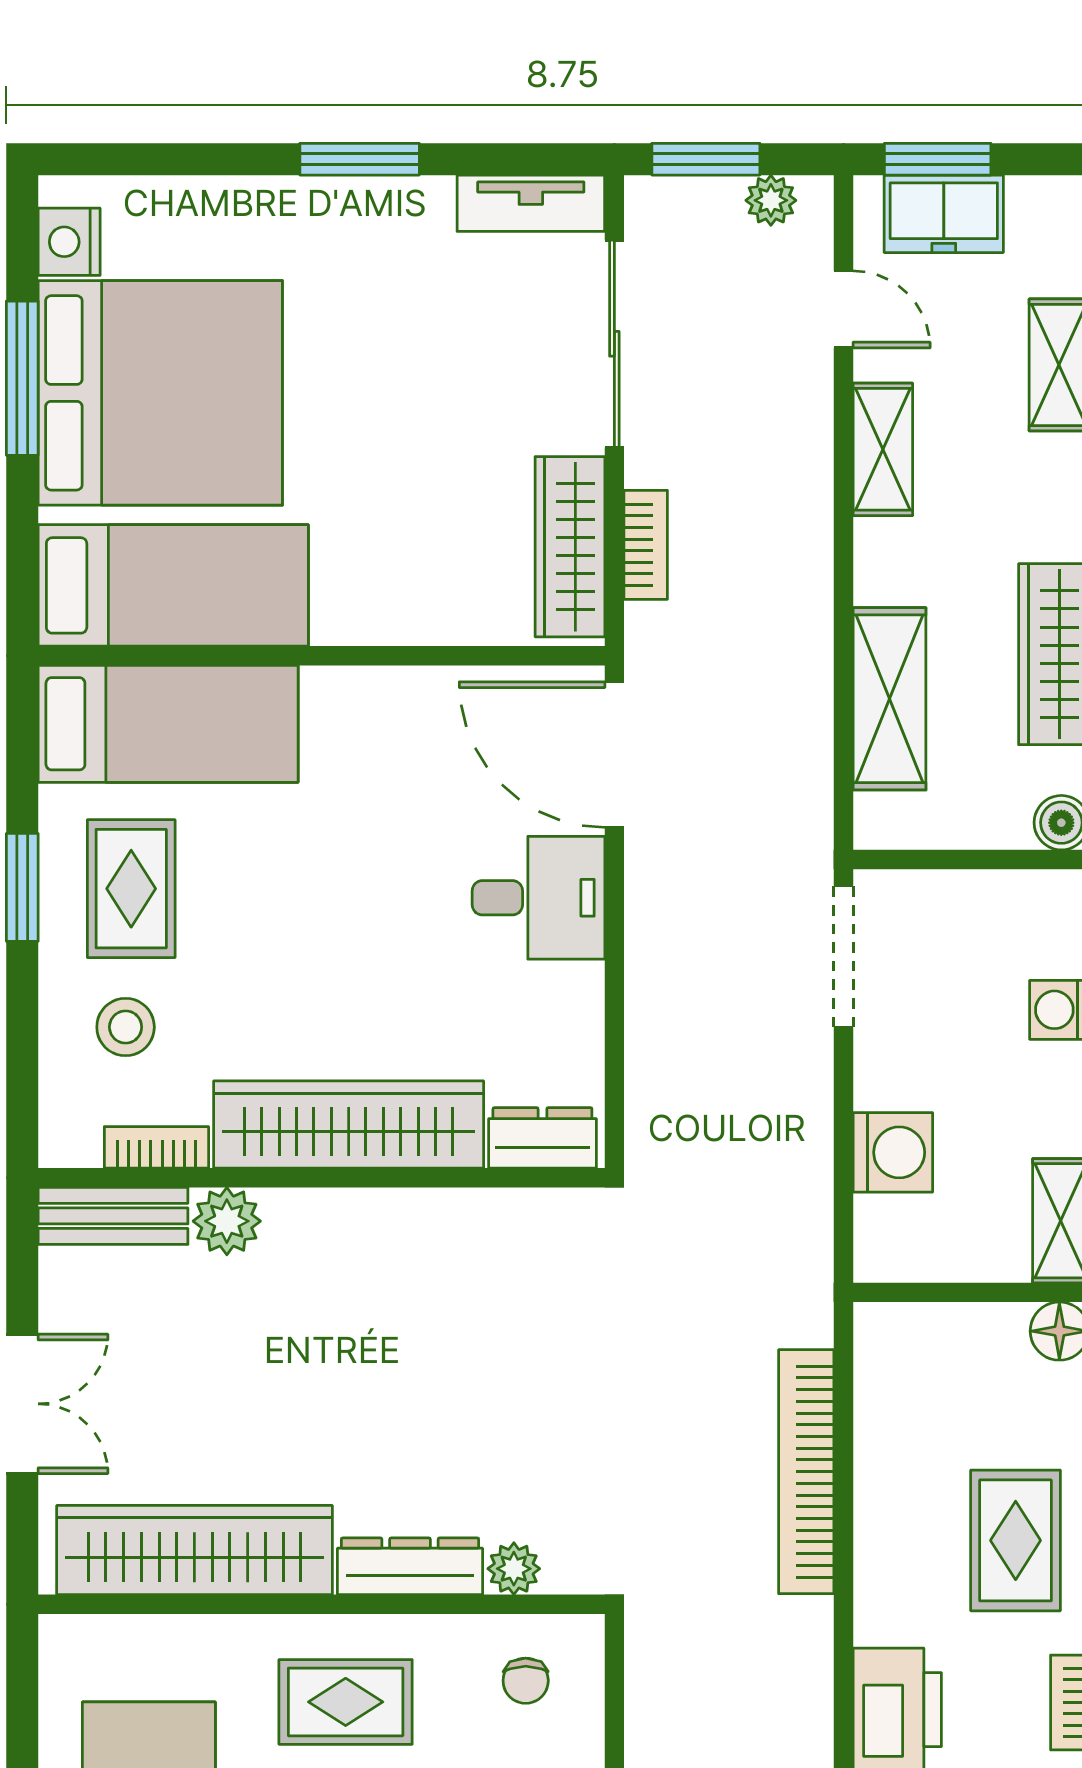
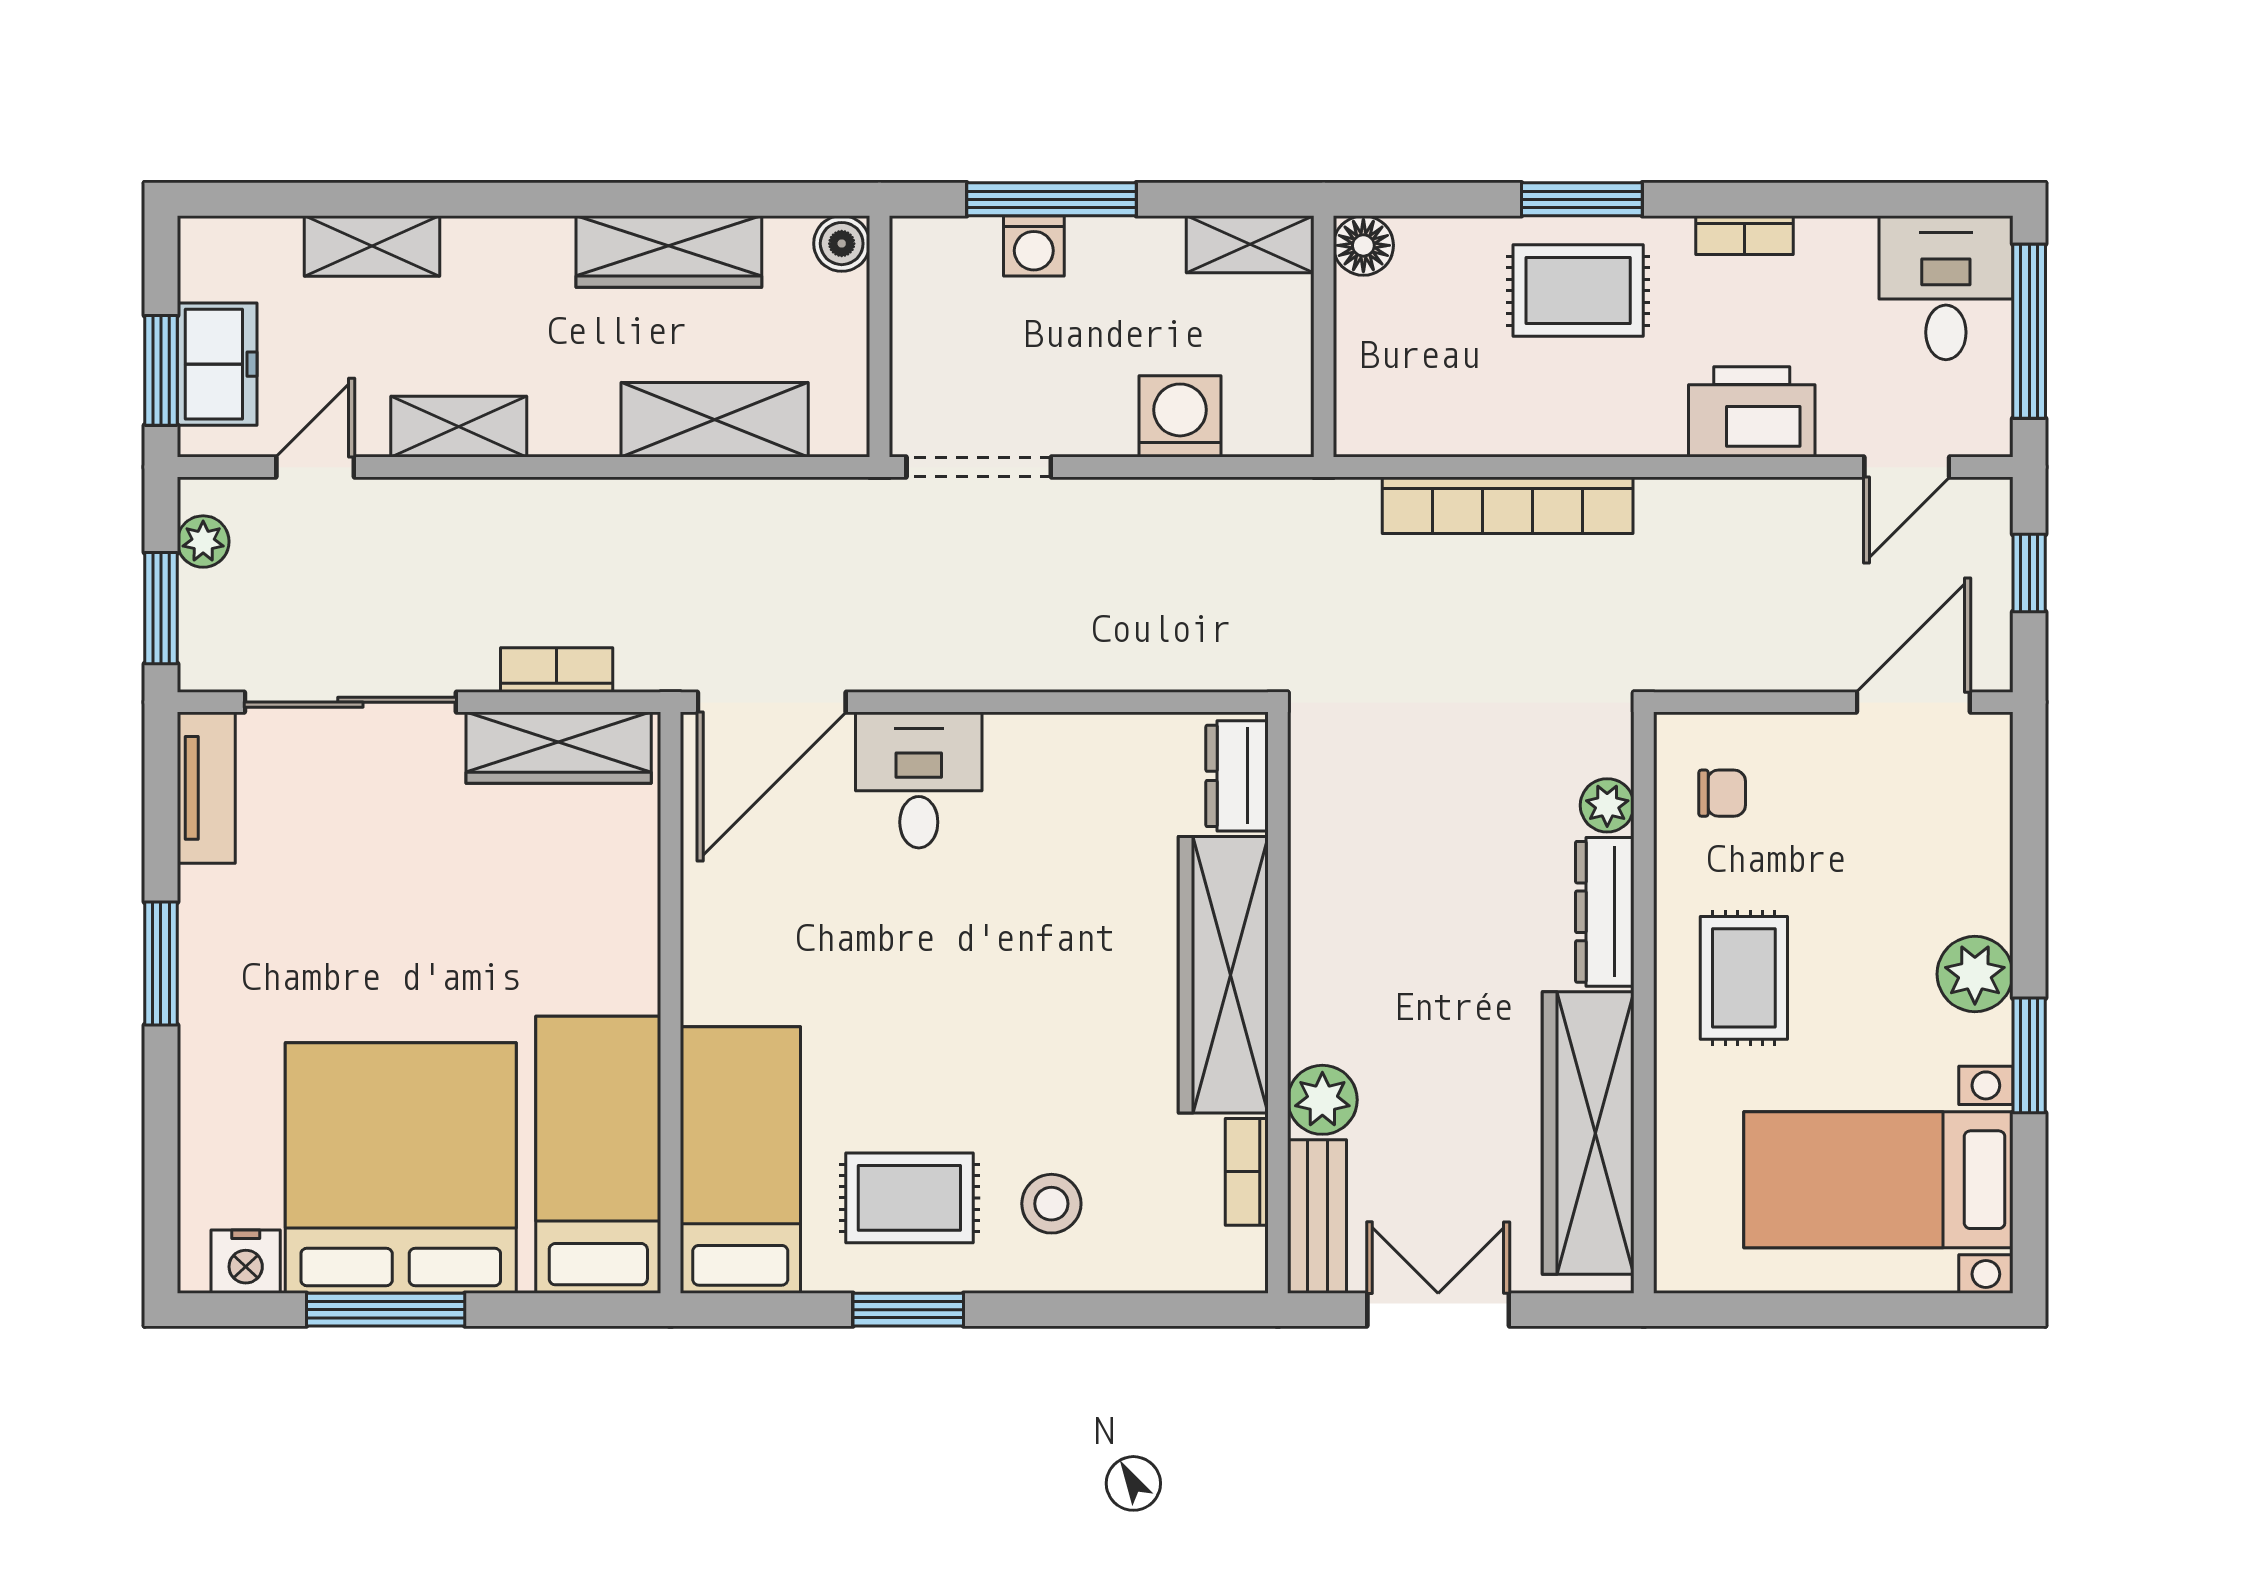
wardrobe: (349, 1125) -> (1223, 975), moved
dresser: (542, 1138) -> (1237, 776), moved
bookcase: (156, 1147) -> (1247, 1172), moved
wall: (321, 1178) -> (1278, 1003), moved
bench: (113, 1216) -> (1317, 1217), moved
plant: (227, 1221) -> (1322, 1100), moved

